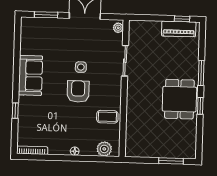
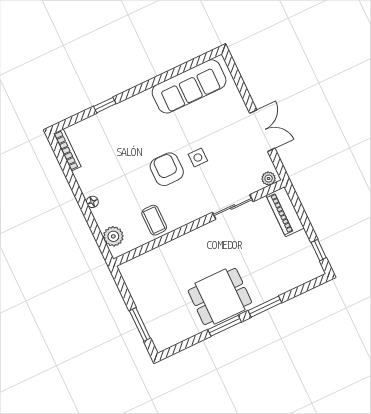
window: (46, 15) -> (240, 83), removed
piano: (179, 29) -> (285, 212), moved
sofa: (30, 75) -> (189, 86), moved, width x1.36
armchair: (78, 91) -> (167, 169), turned -90
window: (200, 106) -> (225, 326), width x1.50

